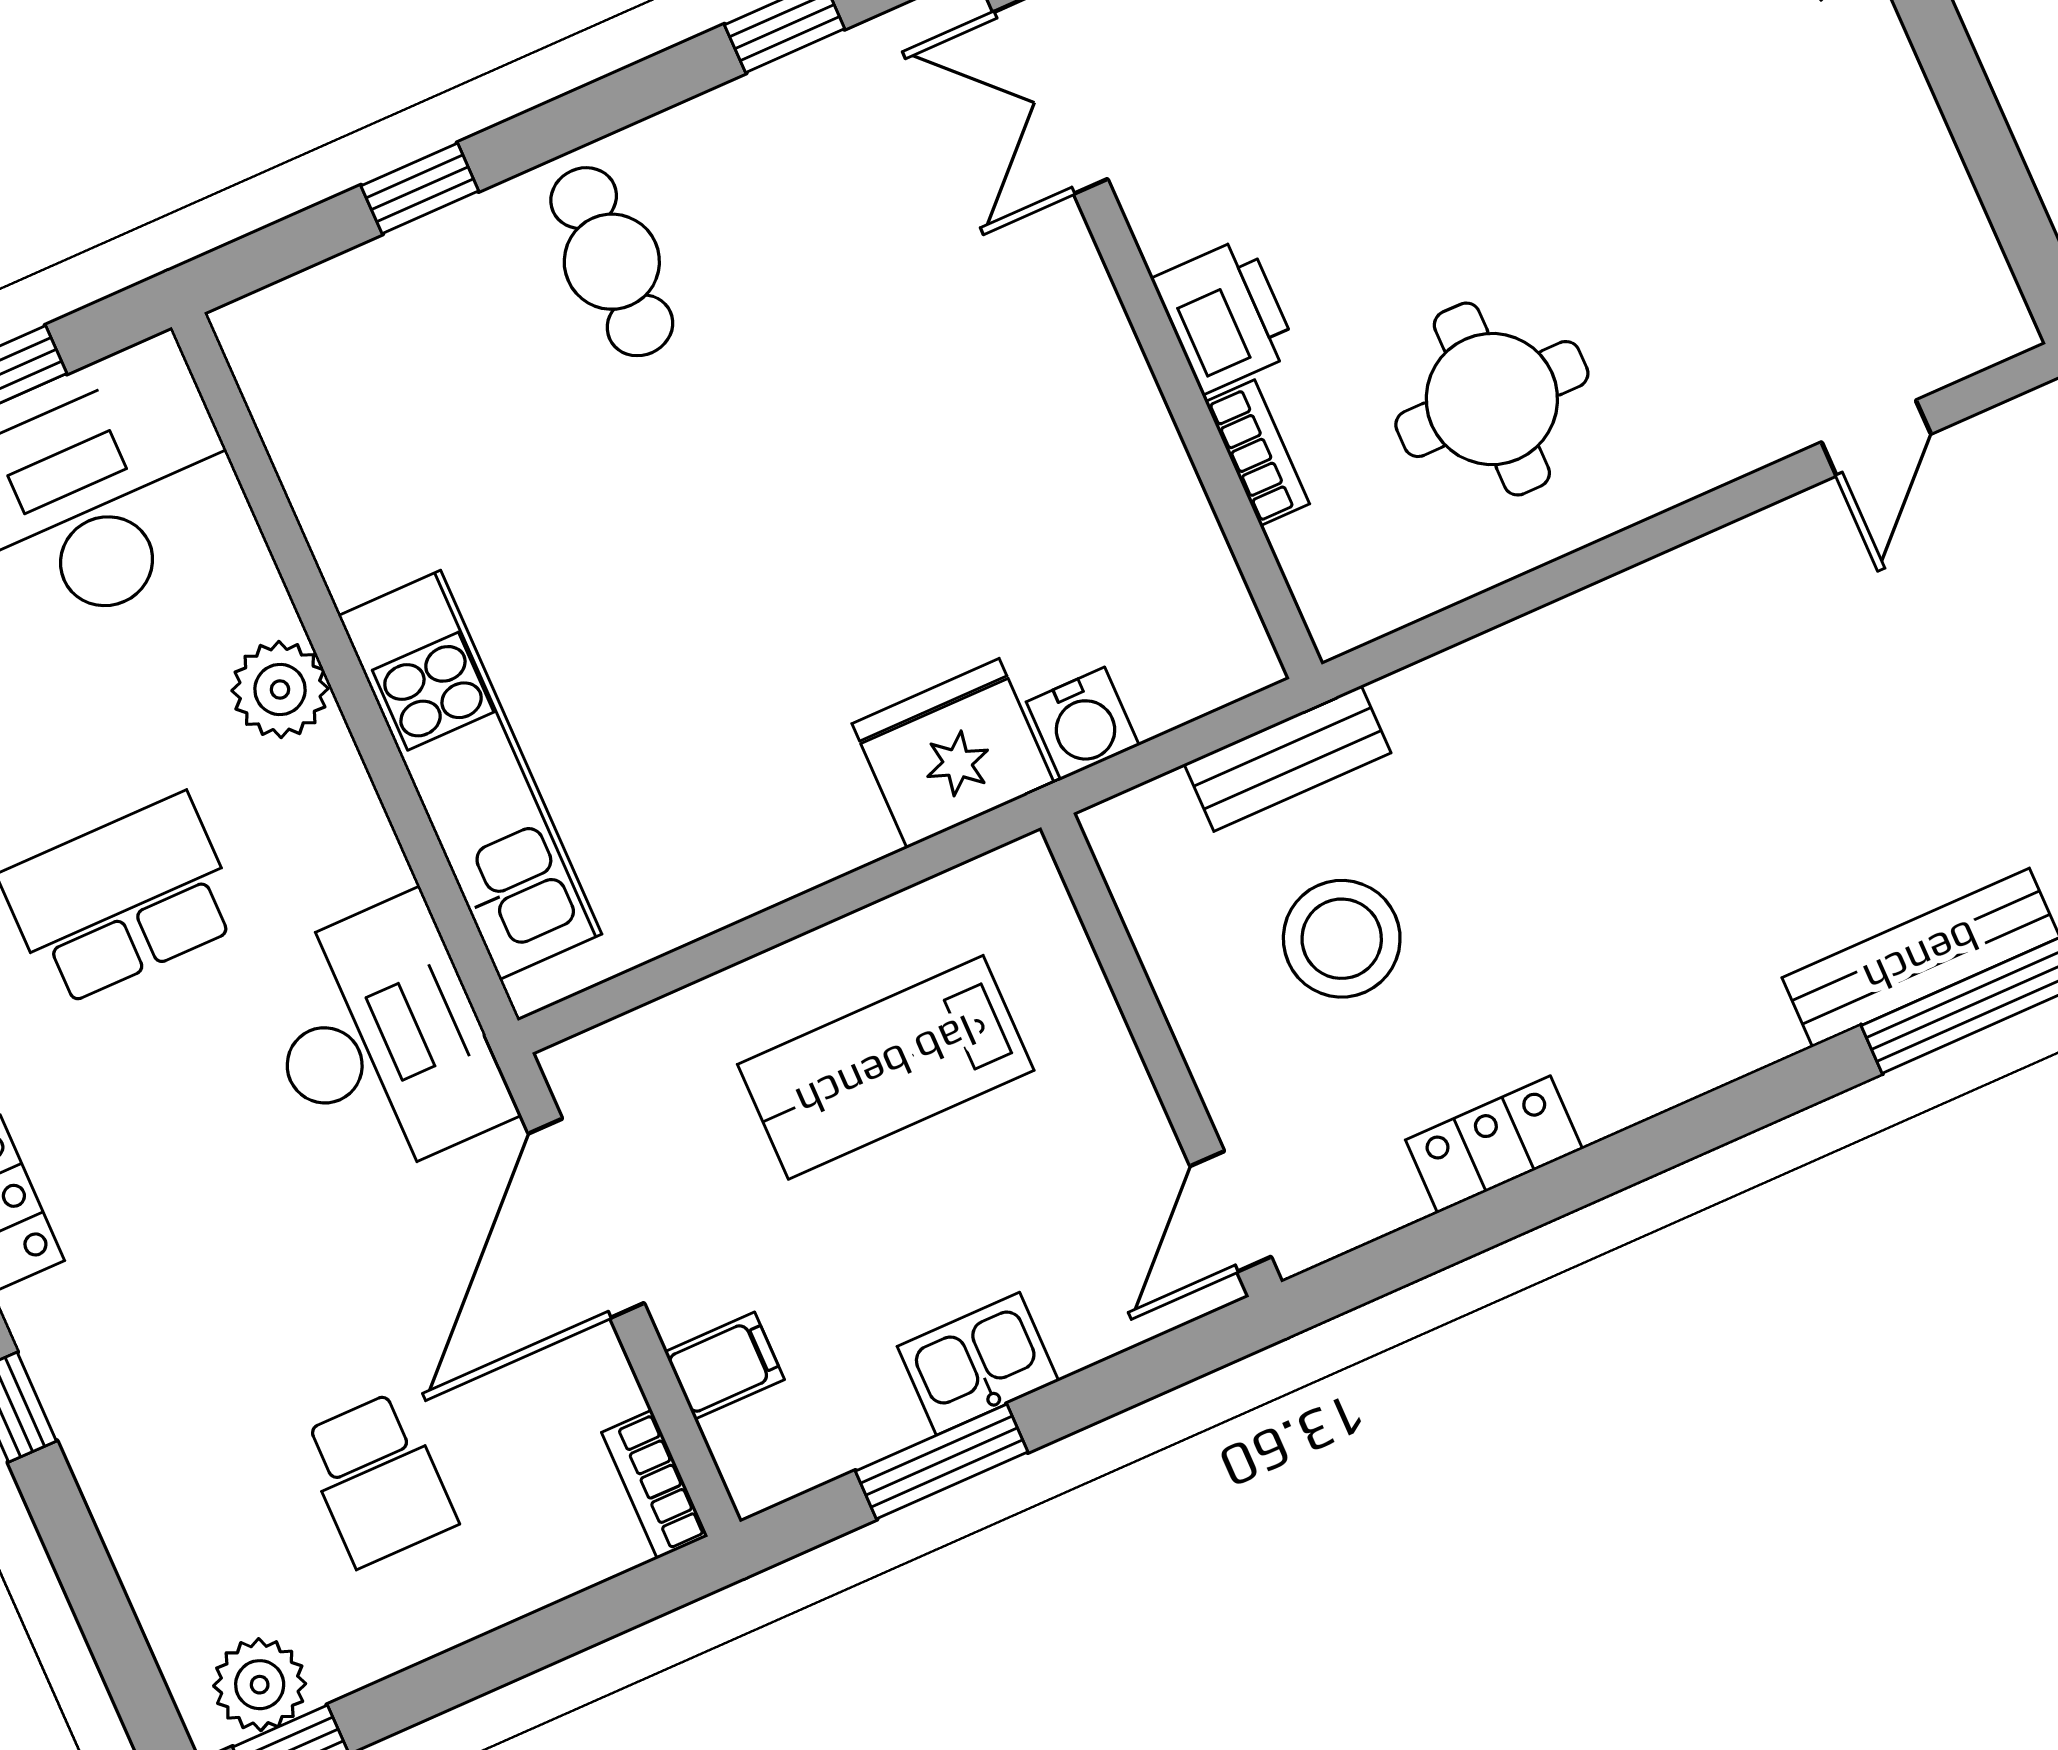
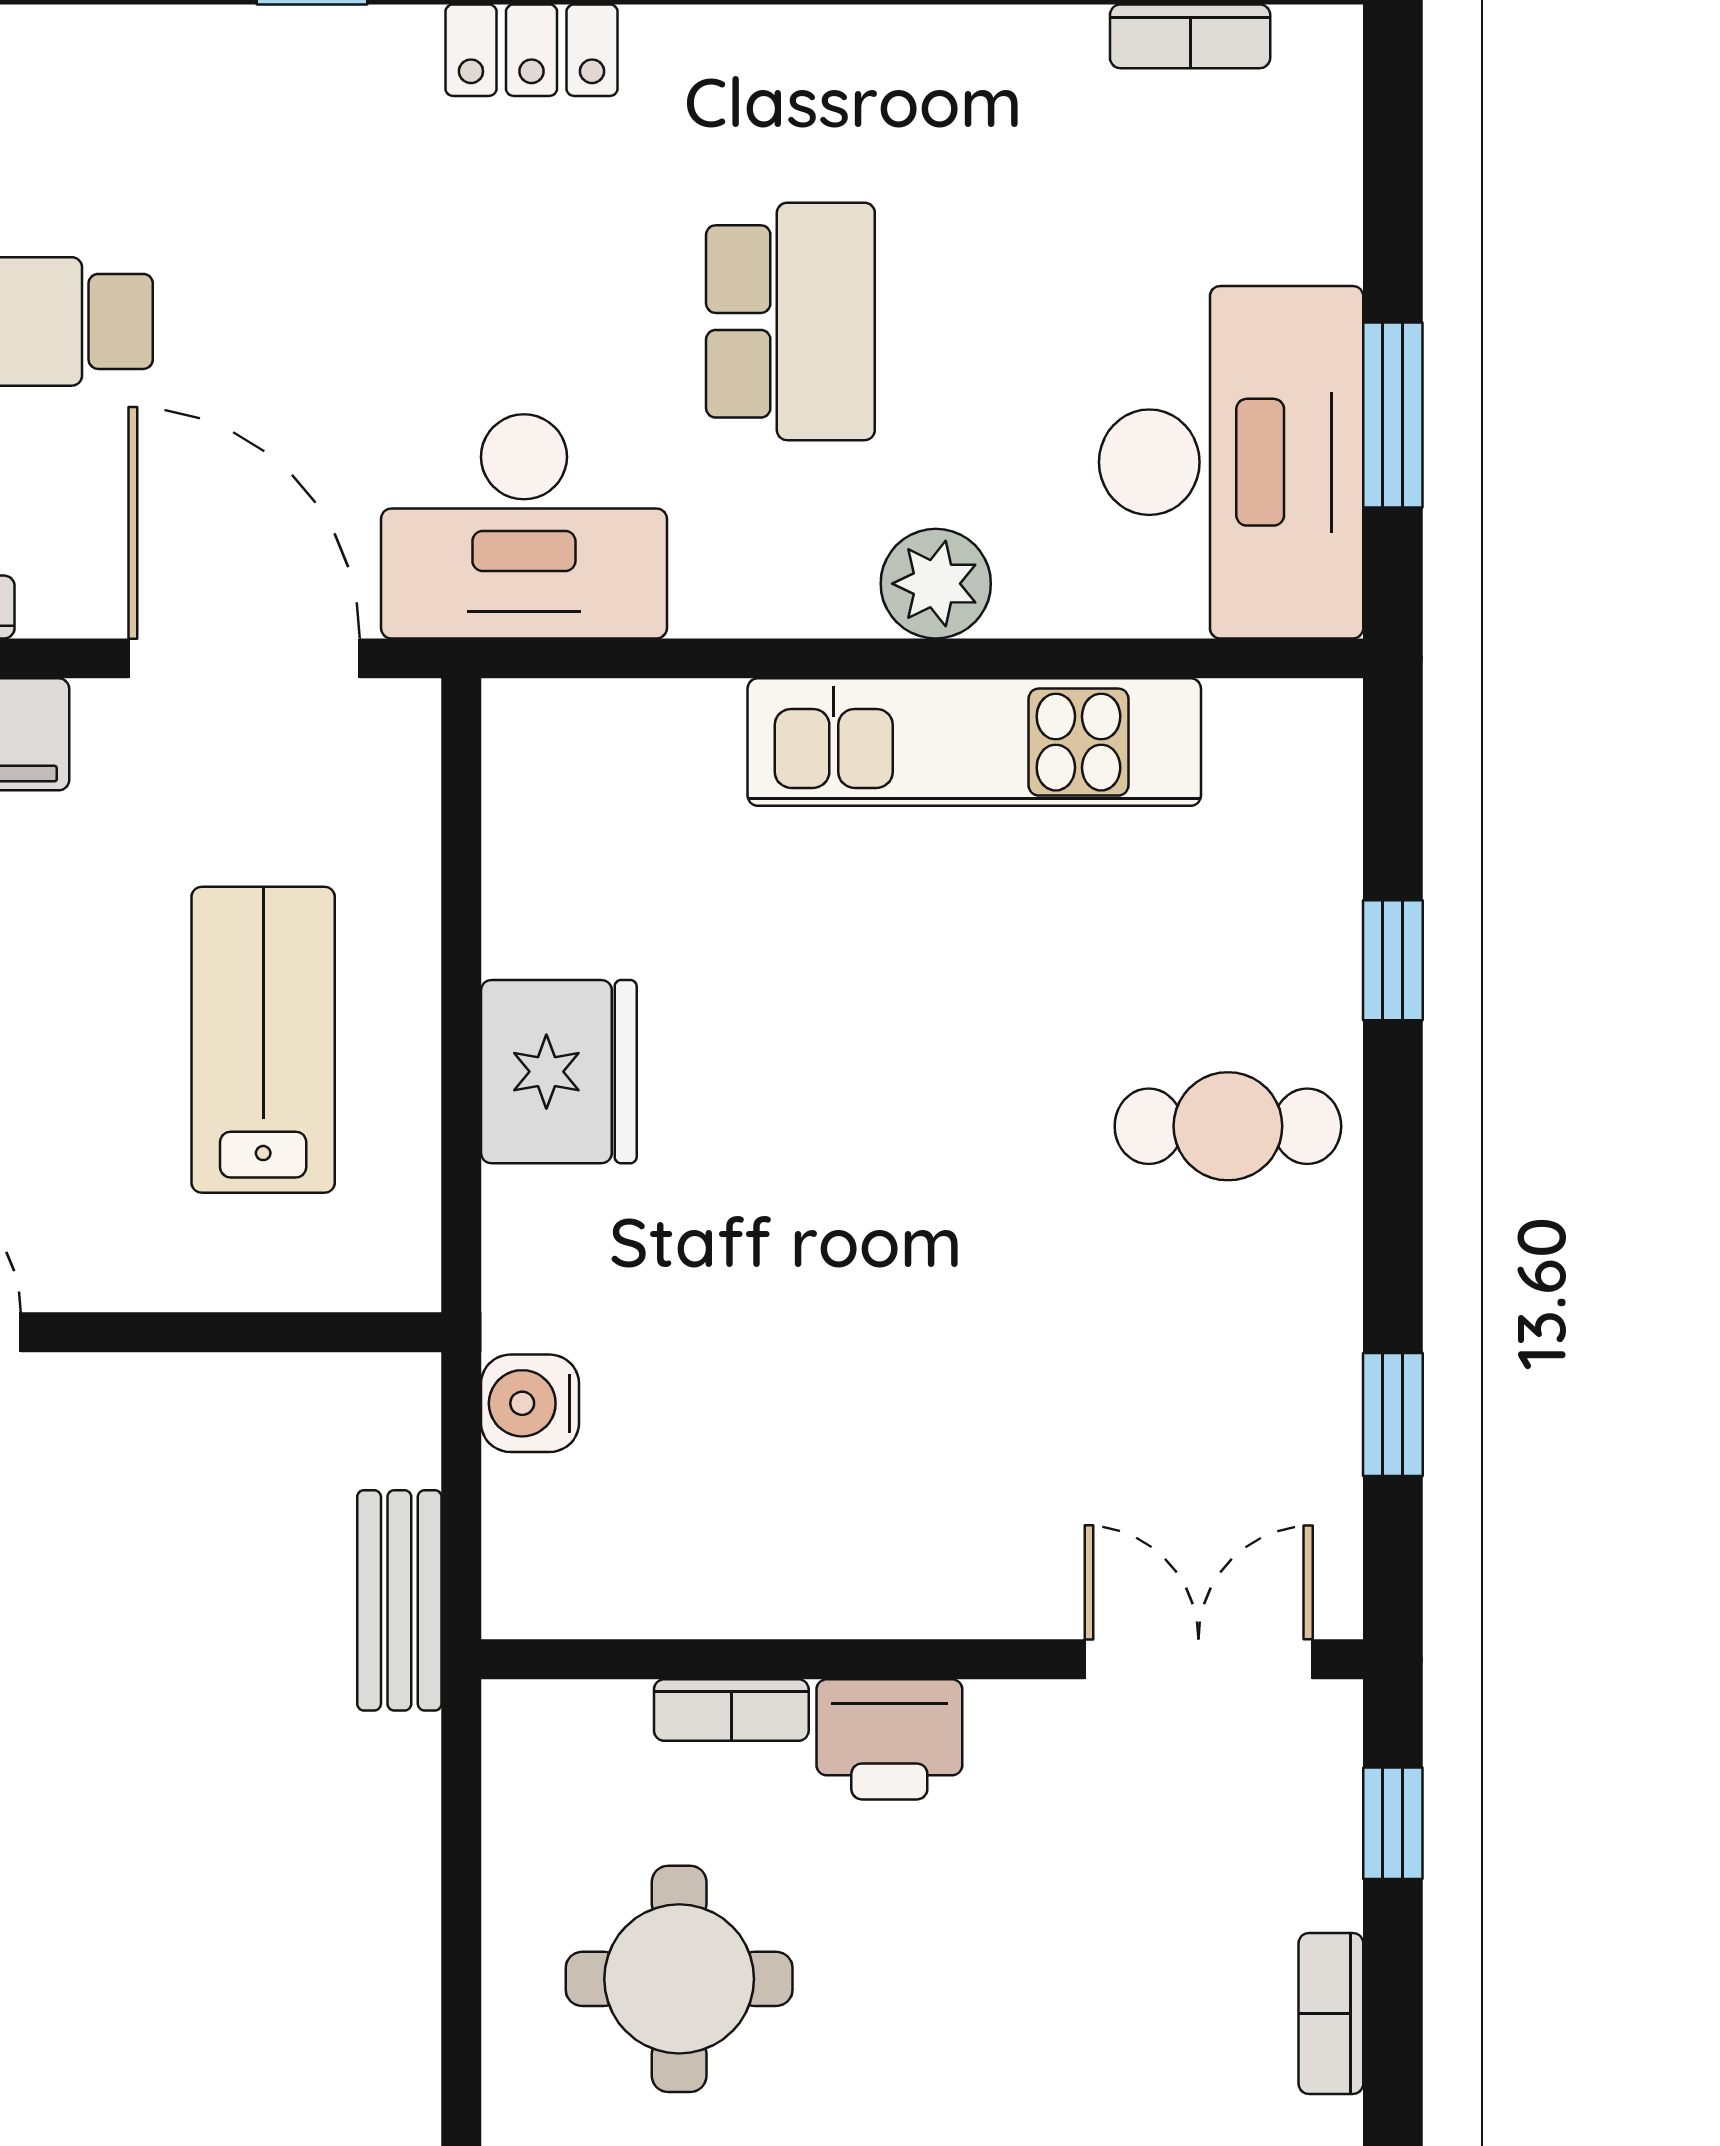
fridge: (953, 753) -> (559, 1072), moved
kitchen unit: (470, 775) -> (974, 742), moved
stool: (1342, 939) -> (187, 1574), removed

